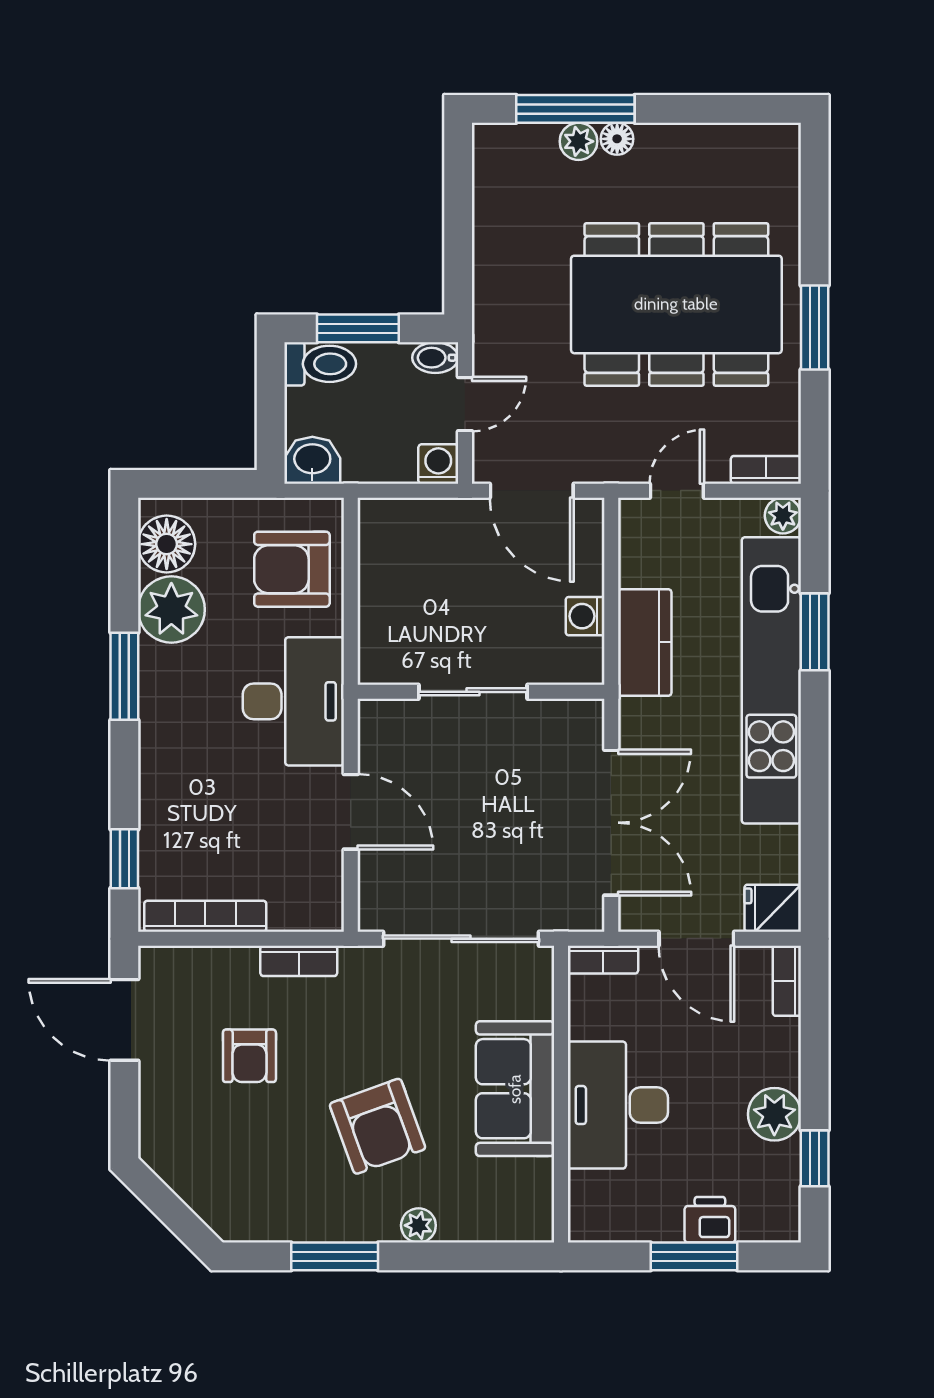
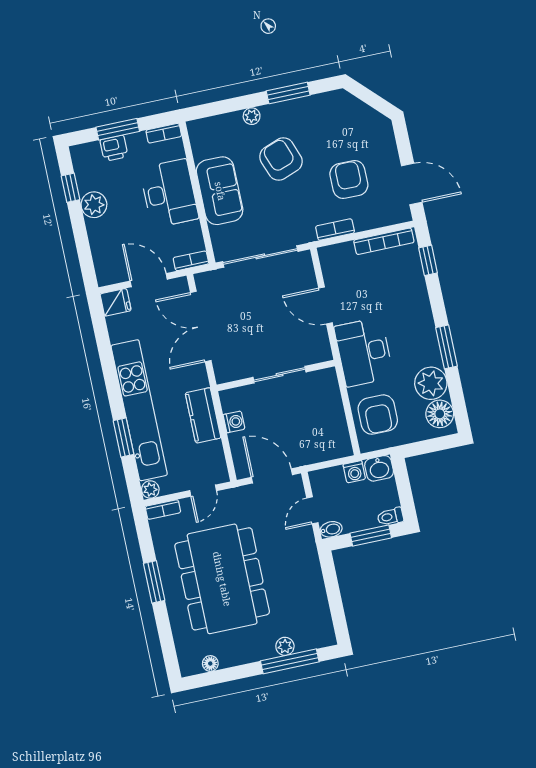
floor lamp: (617, 139) -> (210, 664), moved
dining table: (676, 304) -> (222, 579), turned 90
toilet: (320, 364) -> (390, 517), width x0.73, depth x0.72
washing machine: (438, 464) -> (354, 472), moved
armchair: (292, 569) -> (378, 415), turned 90
bookcase: (787, 981) -> (164, 133), moved, turned 90
armchair: (249, 1056) -> (349, 179), width x1.38, depth x1.38

